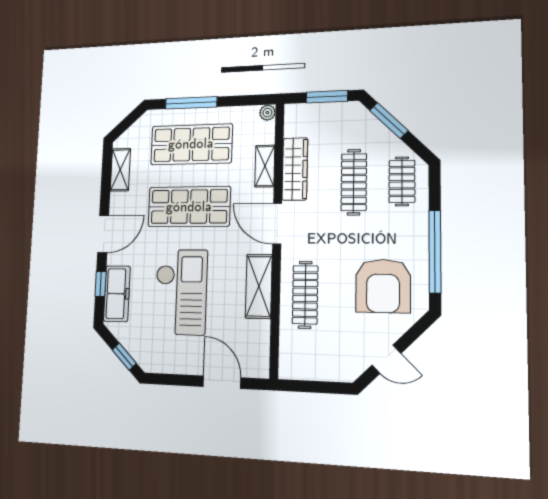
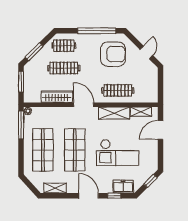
window: (191, 103) -> (21, 125), moved
shelving: (265, 166) -> (141, 112), moved
door: (277, 224) -> (84, 105), swing flipped
checkout: (181, 292) -> (118, 152), turned 180
freezer: (117, 294) -> (123, 186), width x0.71

